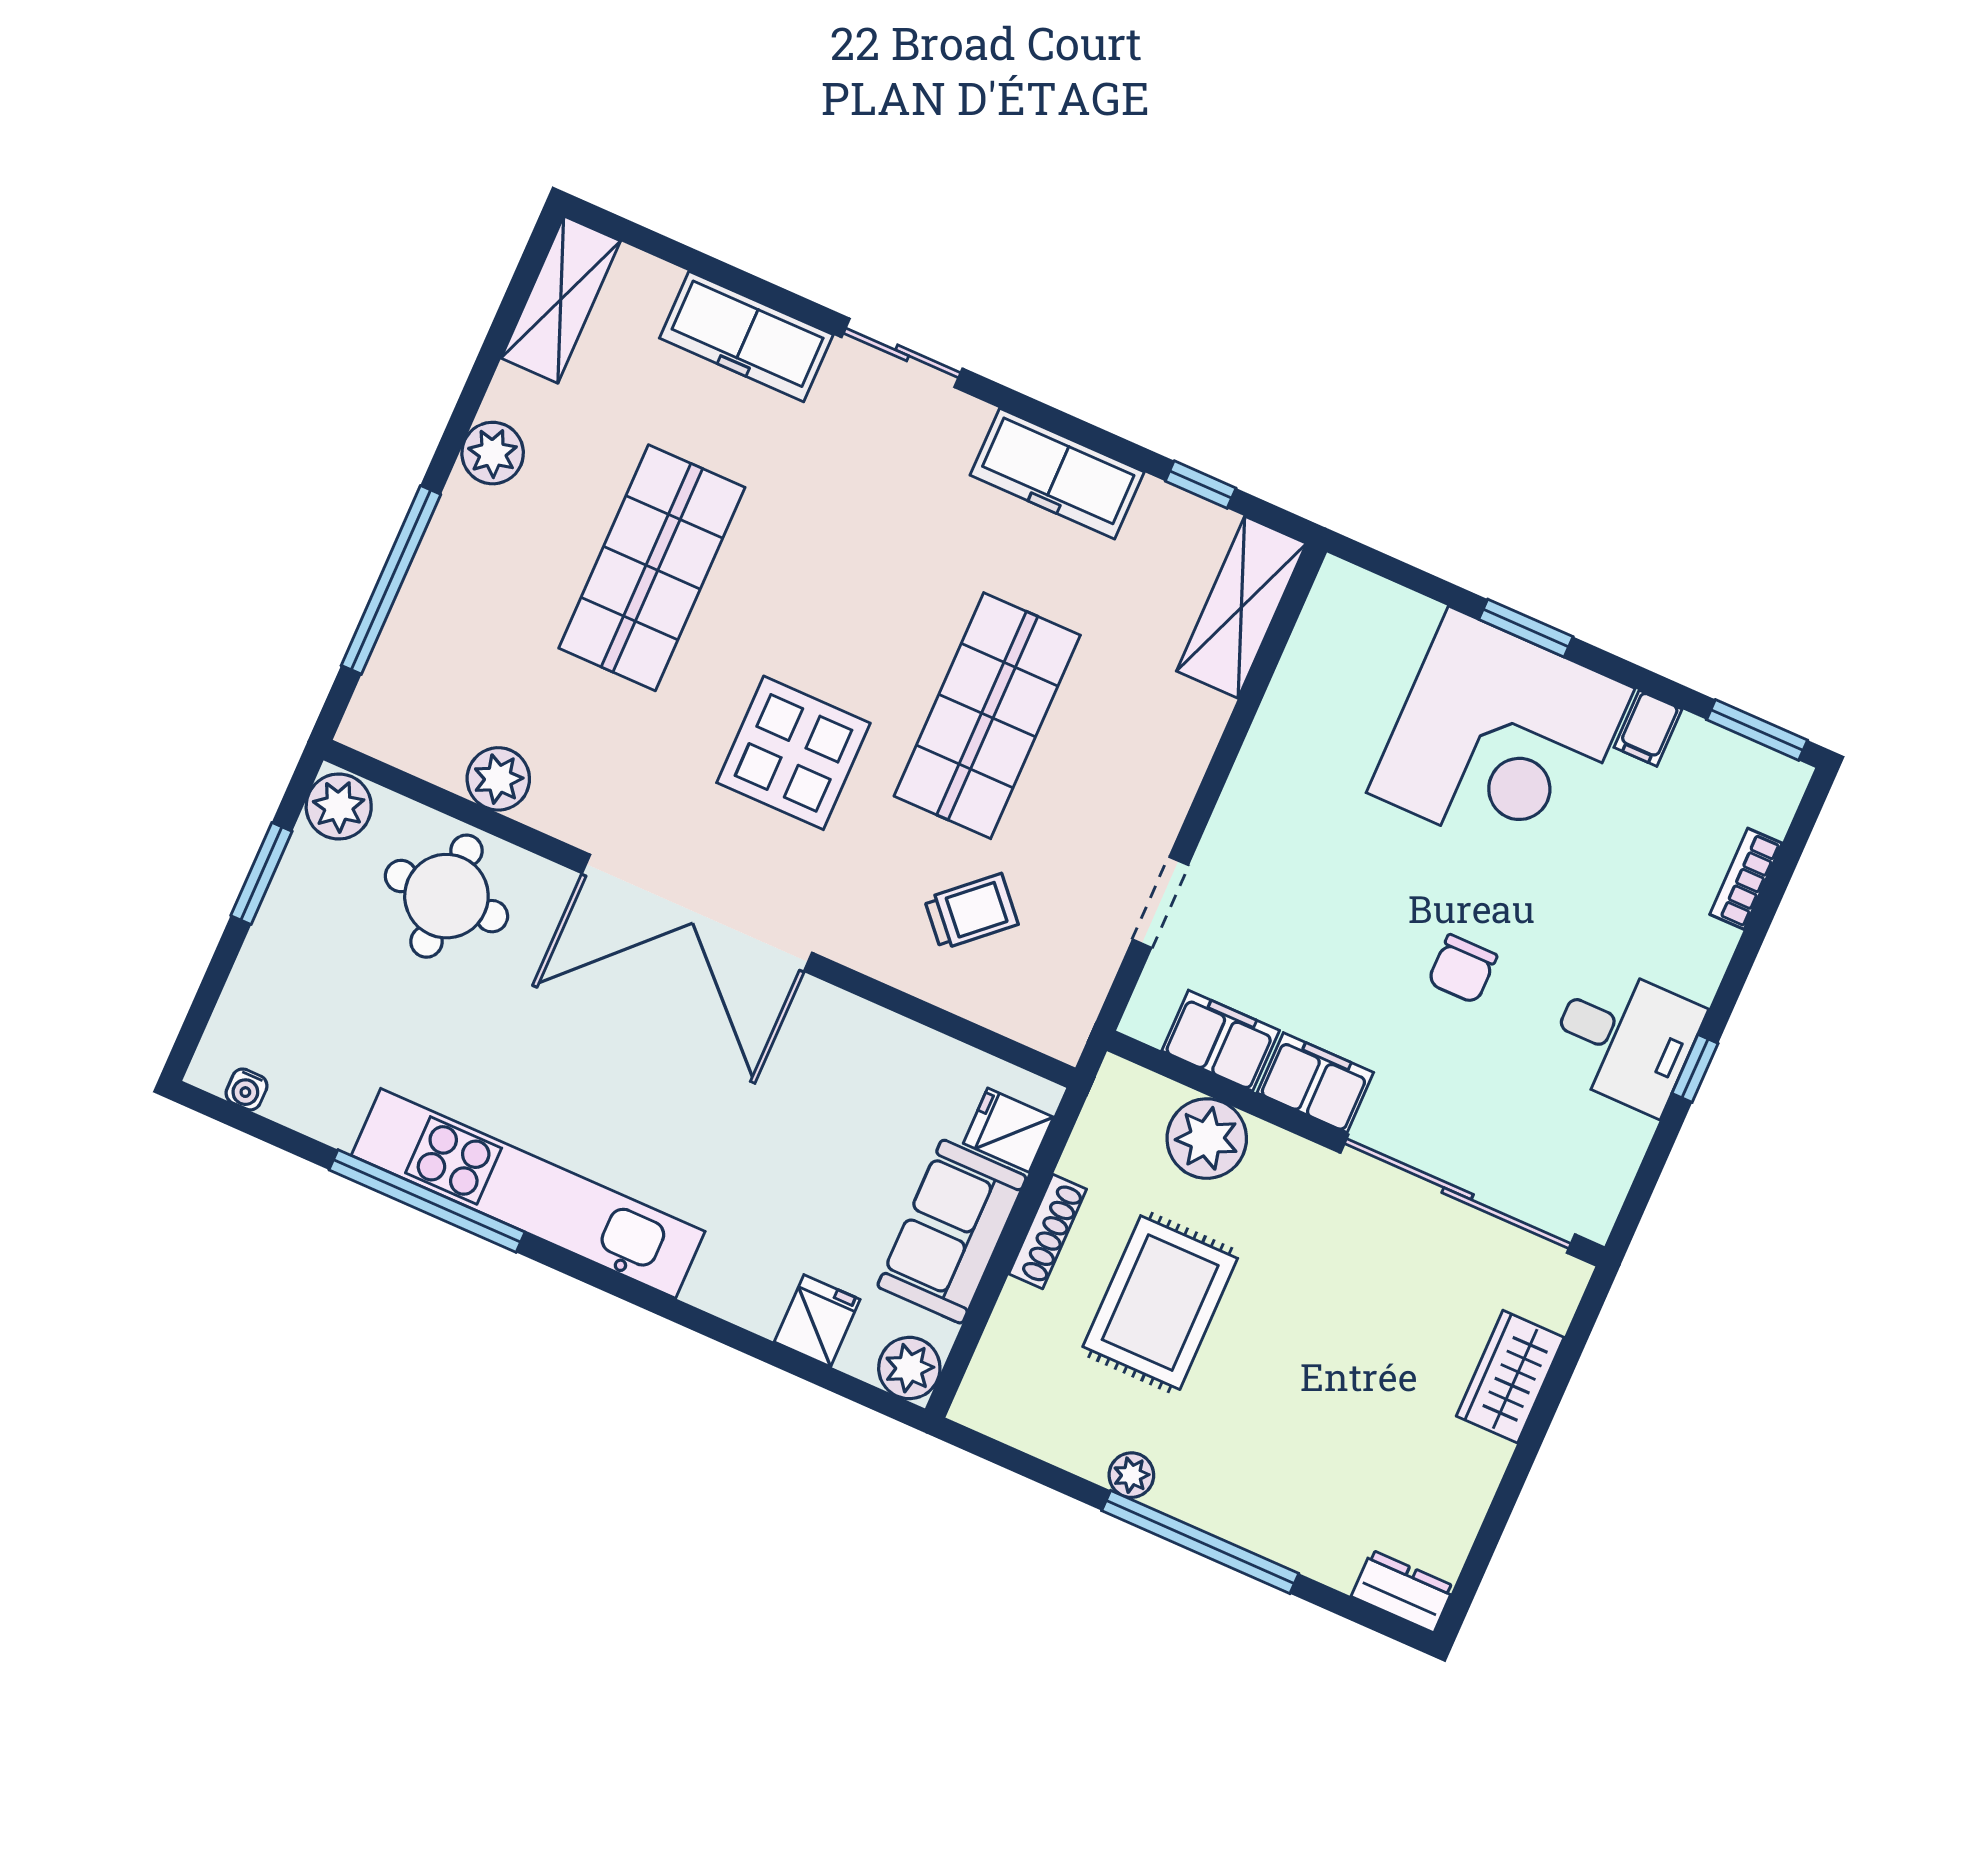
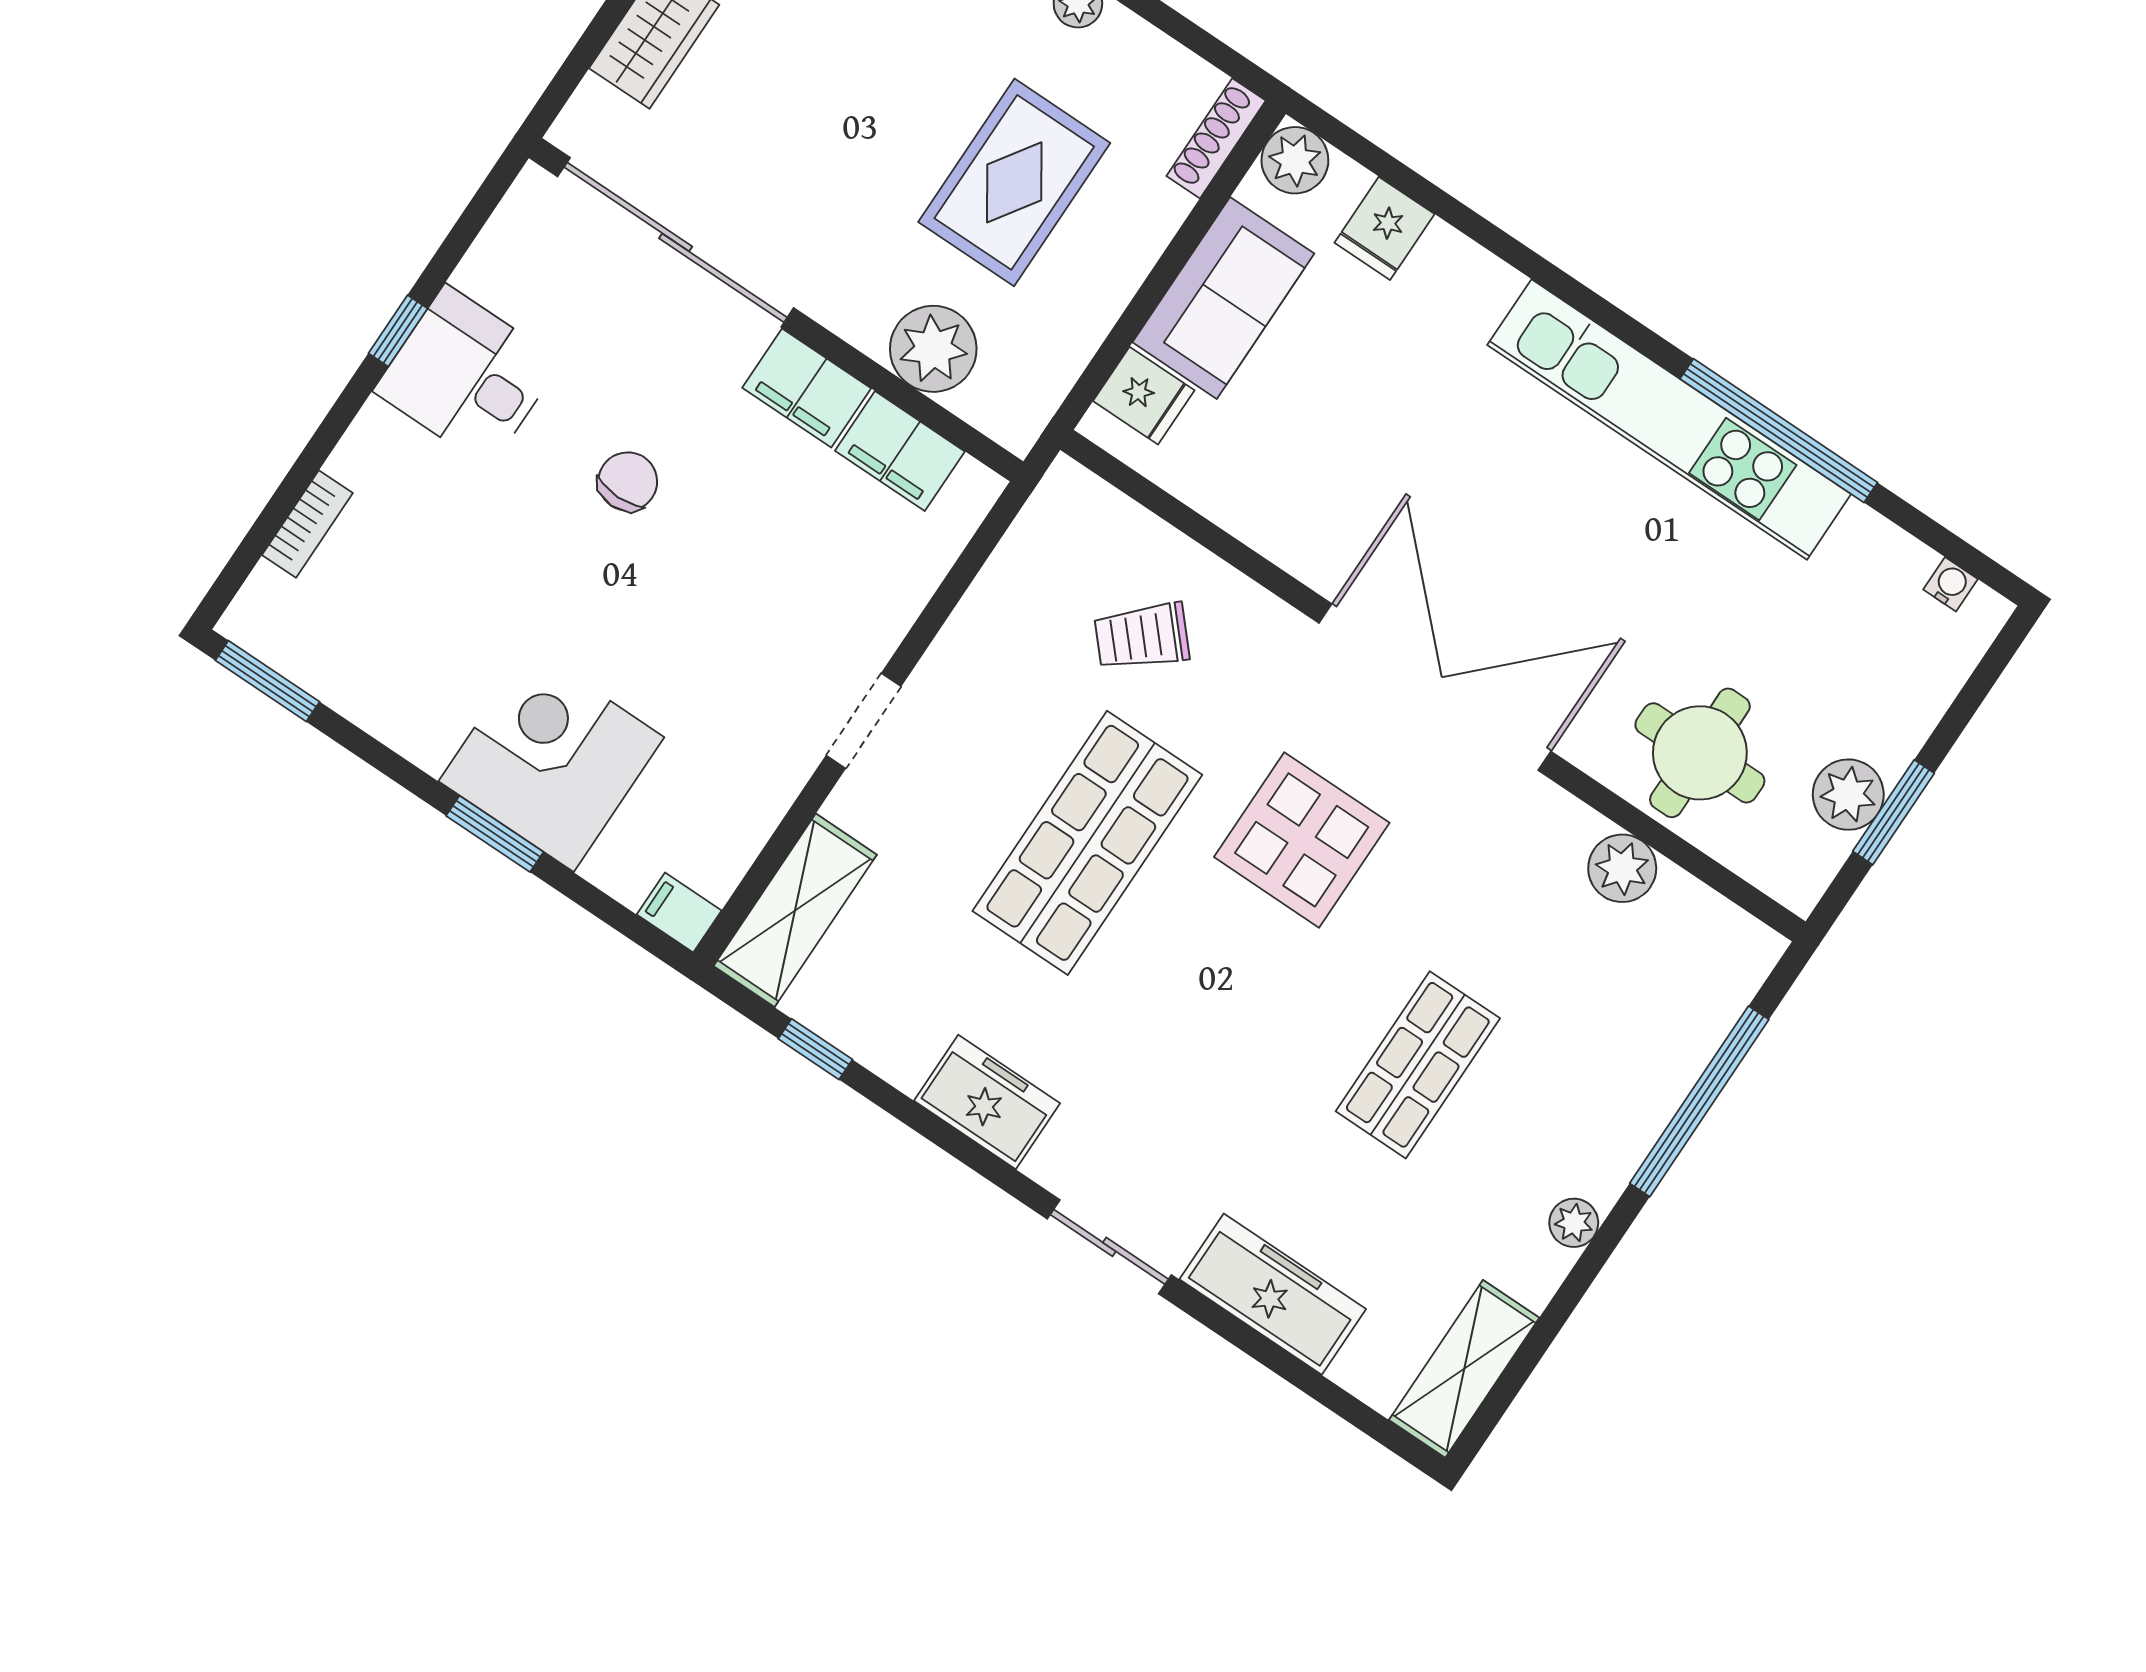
plant: (493, 453) -> (1574, 1223), width x0.73, depth x0.73
freezer: (1057, 474) -> (987, 1102), width x0.71
shop shelf: (652, 568) -> (1418, 1065), width x0.70, depth x0.74
filing cabinet: (1648, 728) -> (679, 912), moved, turned -90
corner desk: (1501, 740) -> (551, 759), width x0.74, depth x0.74
plant: (339, 806) -> (1848, 795), moved
doorway: (1160, 902) -> (864, 721), moved
shoe rack: (1048, 1231) -> (1216, 138), moved

